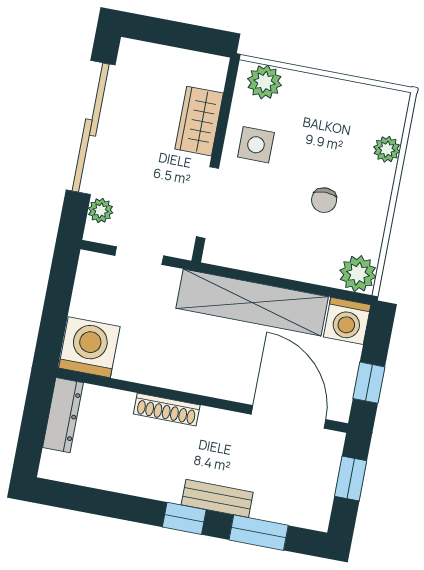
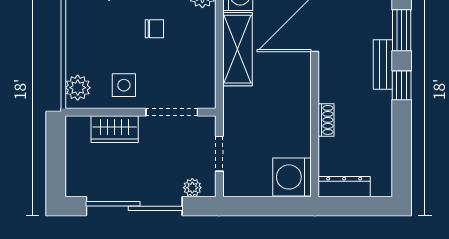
shelving: (252, 303) -> (238, 49), width x0.68
shoe rack: (167, 409) -> (326, 120), width x0.70

